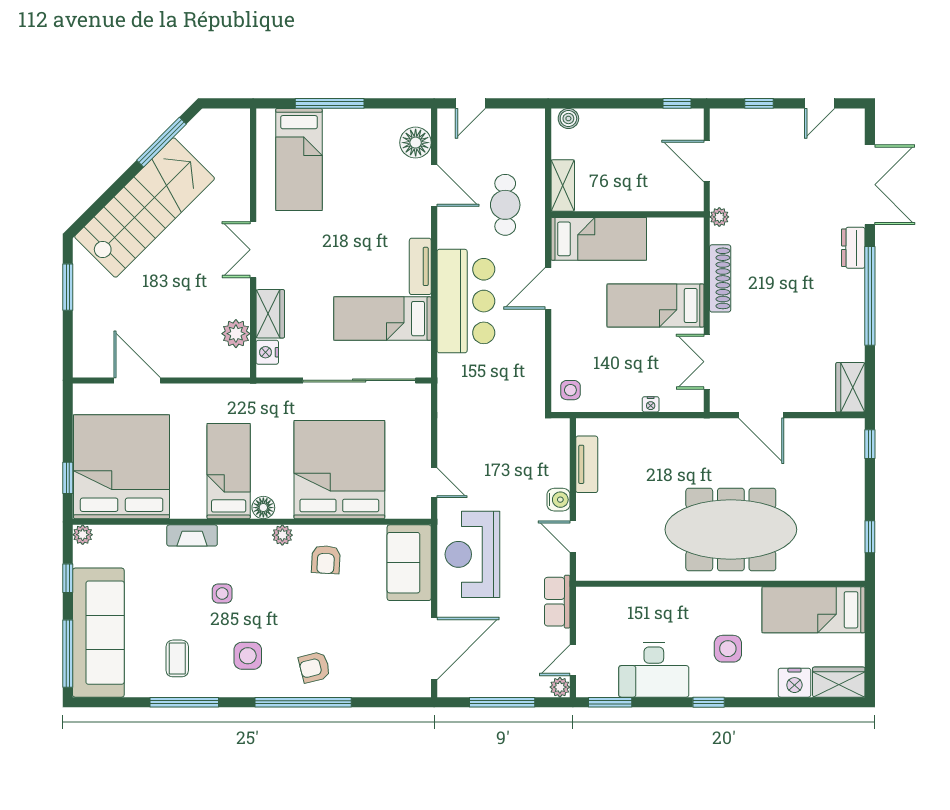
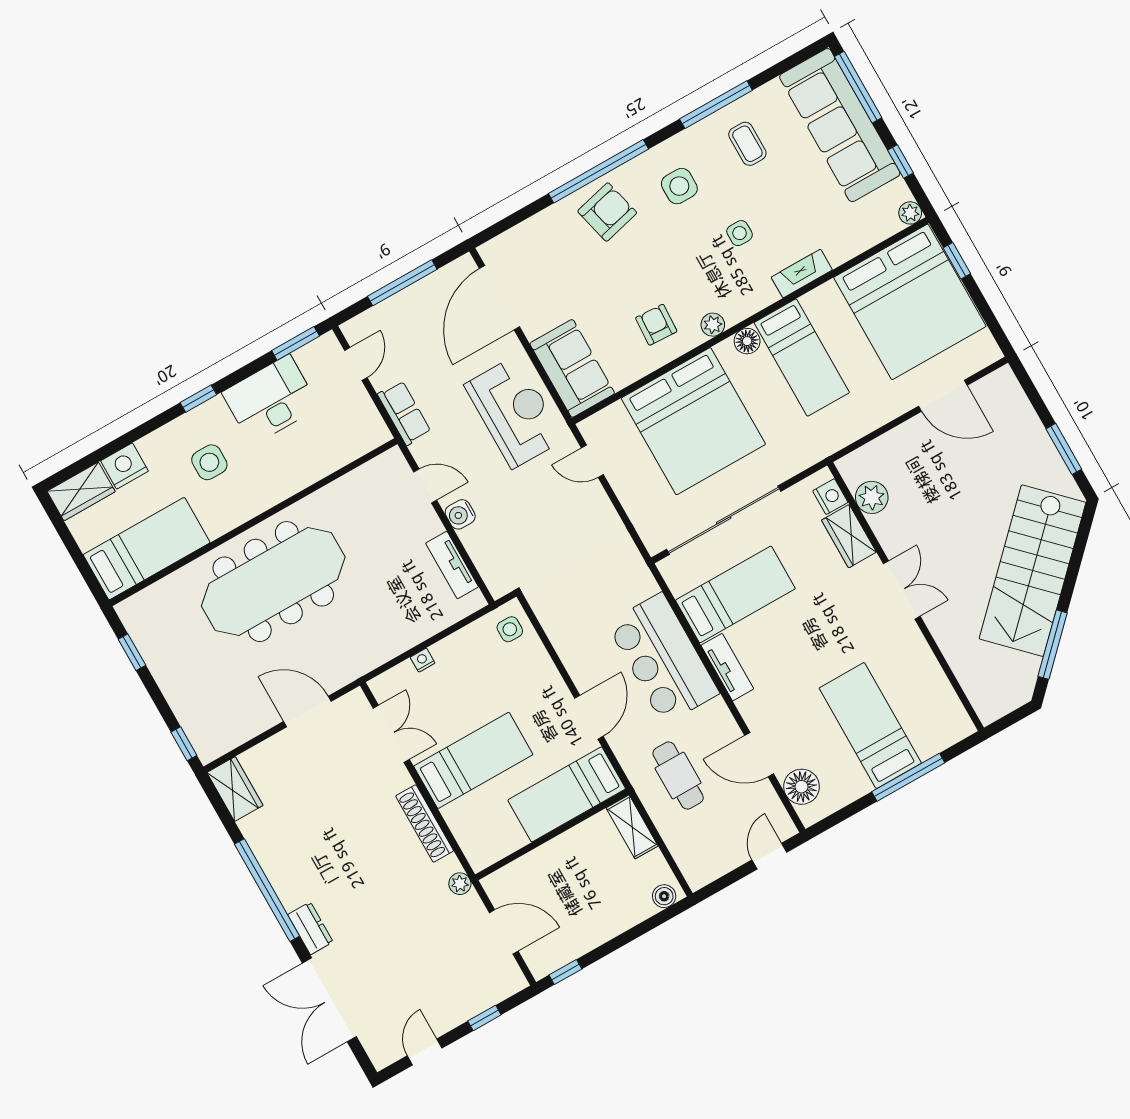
bed: (299, 159) -> (870, 726), moved
armchair: (314, 667) -> (607, 212), width x1.38, depth x1.38
plant: (560, 687) -> (354, 330), removed

